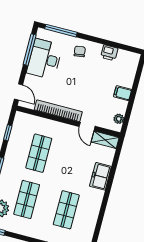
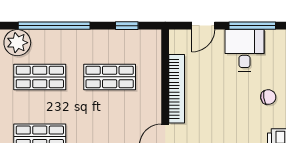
desk: (45, 59) -> (244, 50), width x0.73
door: (18, 92) -> (203, 26), moved

